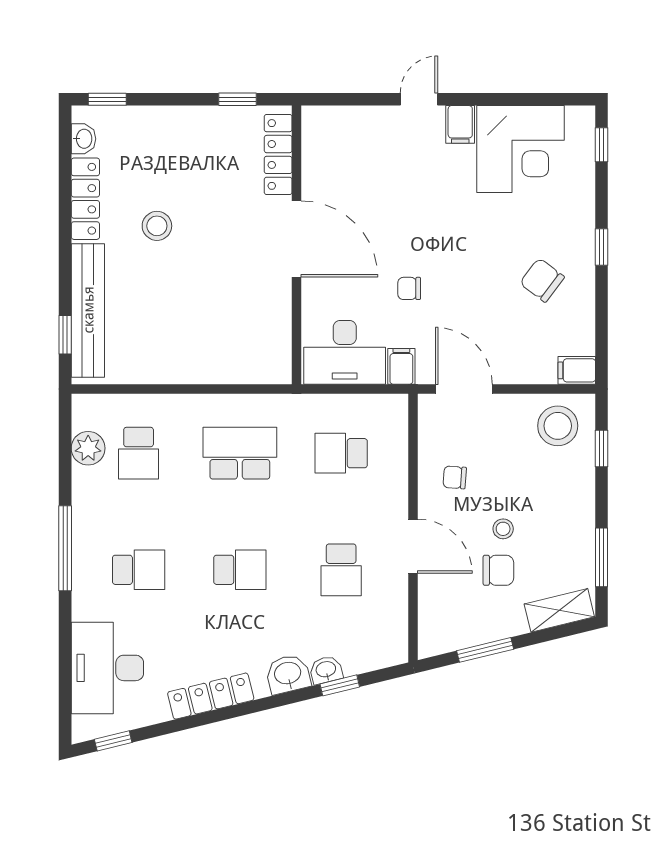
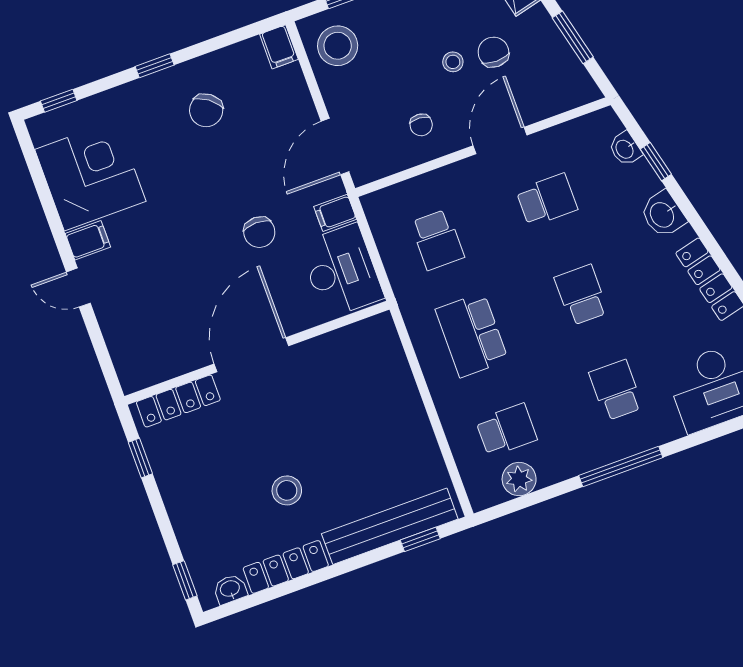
chair: (409, 288) -> (259, 232), width x1.37, depth x1.37
washbasin: (326, 670) -> (625, 149), moved

